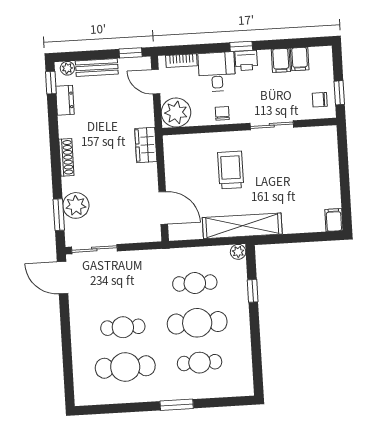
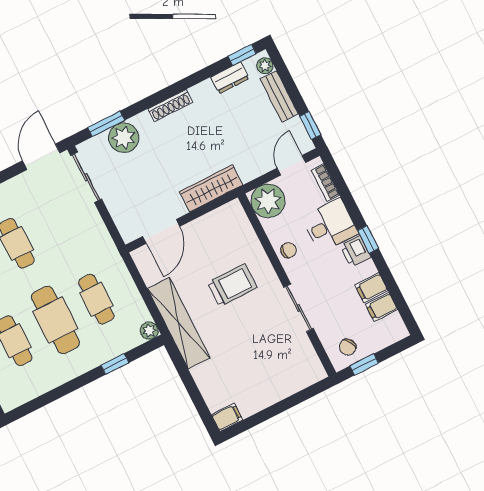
chair: (320, 100) -> (348, 347), turned -122
wardrobe: (146, 145) -> (211, 188), width x1.50

